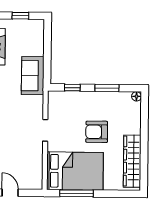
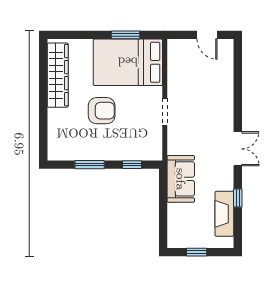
floor lamp: (137, 96) -> (53, 155), removed
window: (76, 193) -> (126, 35), width x0.69

